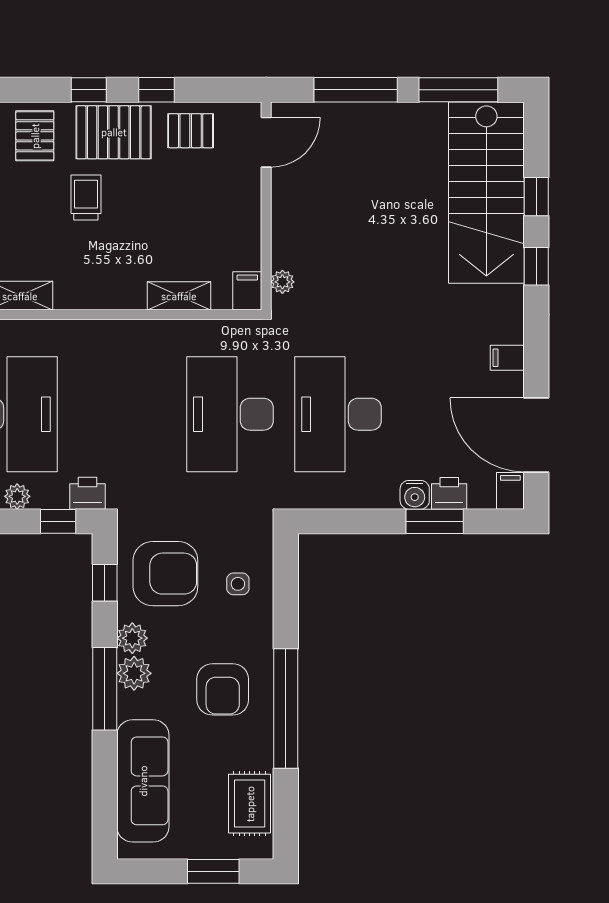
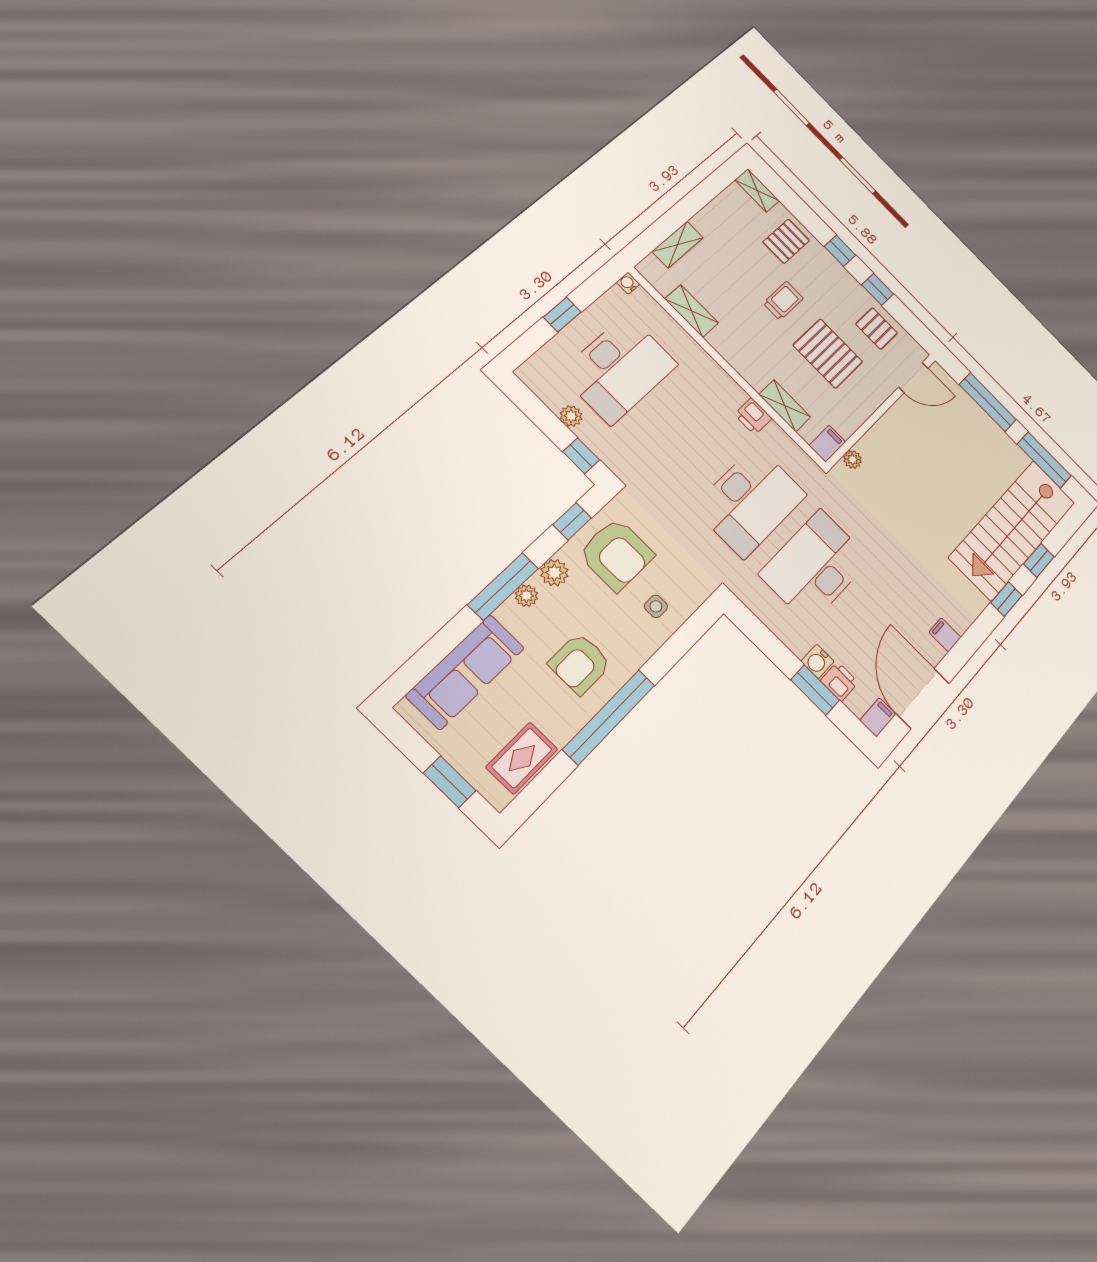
pallet: (114, 132) -> (828, 353), moved
desk: (230, 414) -> (750, 501), turned 180
printer: (88, 493) -> (753, 416), moved, turned 180
plant: (134, 673) -> (526, 596), width x0.73, depth x0.73

